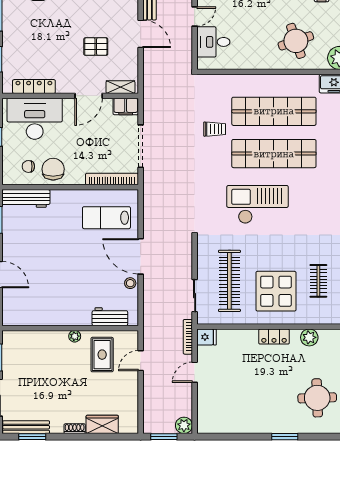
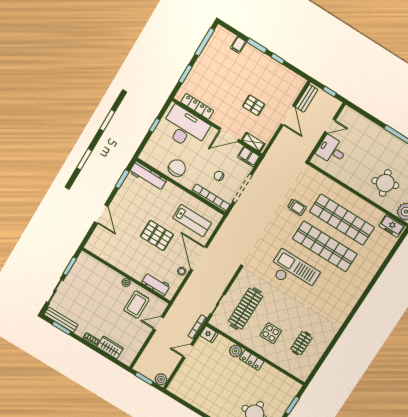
chair: (28, 166) -> (219, 176), moved
lab bench: (106, 218) -> (192, 221), turned 180
pallet: (77, 260) -> (157, 235), added
display table: (276, 291) -> (271, 333), width x0.54, depth x0.54
plant: (309, 337) -> (236, 351), moved

